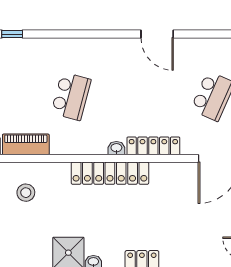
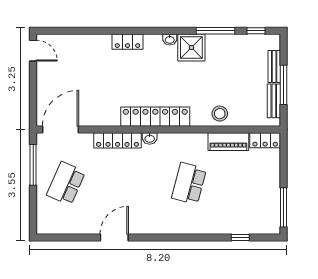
door: (157, 34) -> (114, 237), hinge flipped
stool: (26, 193) -> (220, 114), moved

